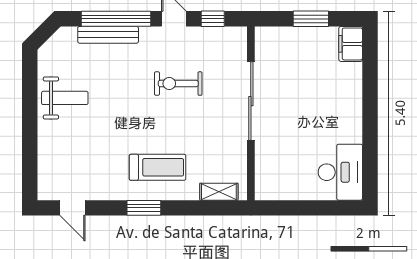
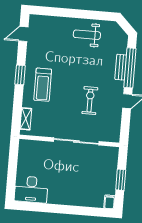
window: (213, 19) -> (125, 123), removed
bench: (108, 35) -> (121, 67), width x0.73
filing cabinet: (351, 44) -> (109, 202), width x0.50
weight bench: (65, 98) -> (87, 35), turned 90

